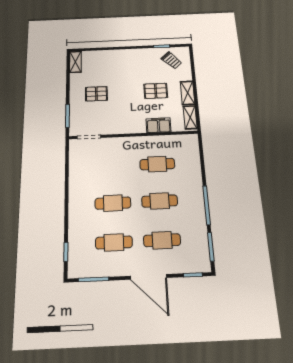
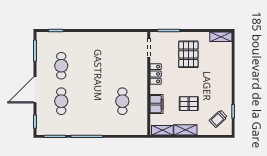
pallet: (156, 91) -> (189, 104), turned 90
pallet: (96, 94) -> (188, 54), width x1.50, depth x1.42
locker: (121, 128) -> (156, 74), added
cafe table: (160, 201) -> (92, 101), removed
cafe table: (113, 203) -> (92, 66), removed

